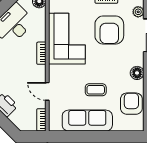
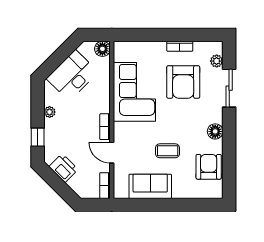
bookcase: (41, 53) -> (105, 127), moved
sofa: (87, 121) -> (150, 186), width x0.73

